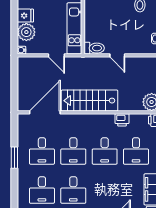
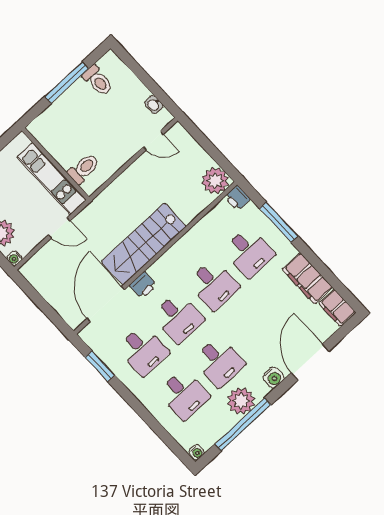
toilet: (94, 48) -> (84, 169), moved
door: (117, 55) -> (153, 141), moved
printer: (122, 120) -> (143, 285), moved
window: (14, 158) -> (100, 366), moved

